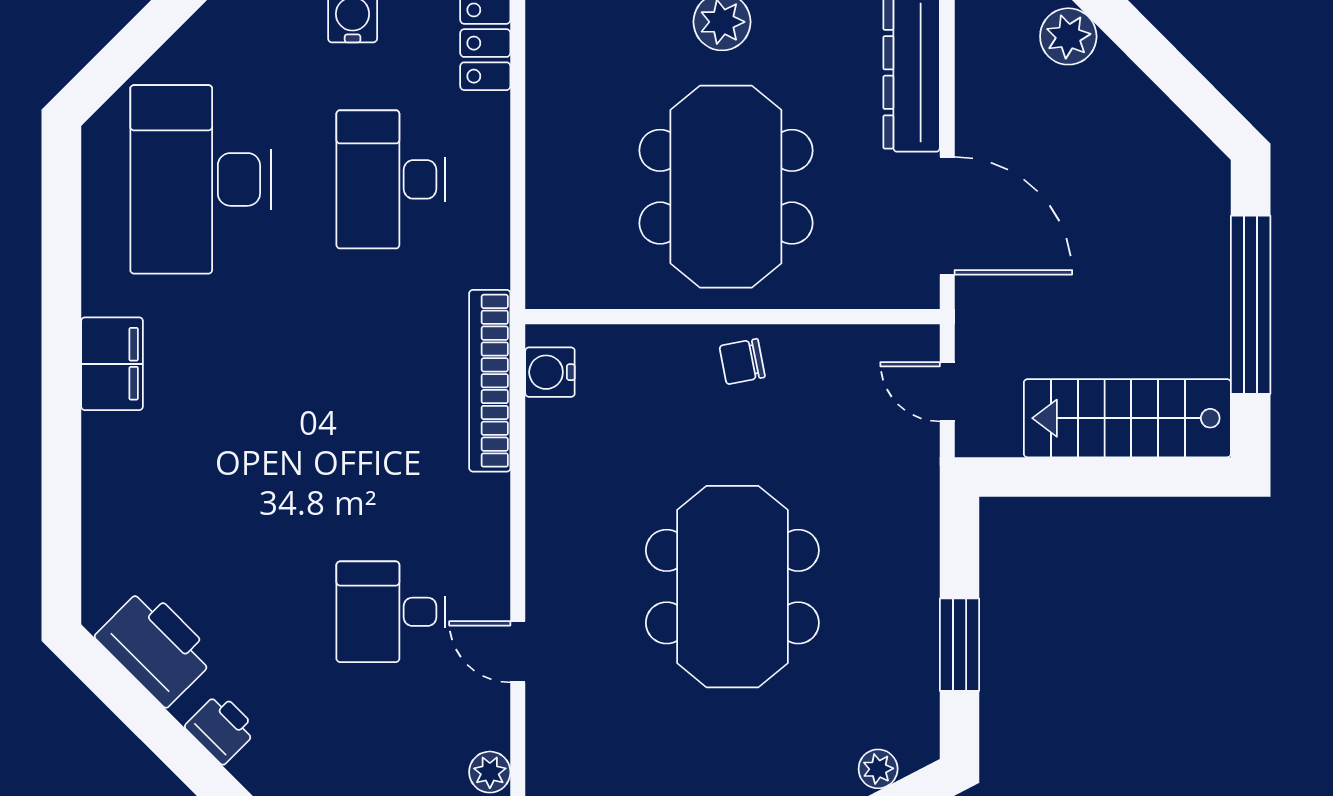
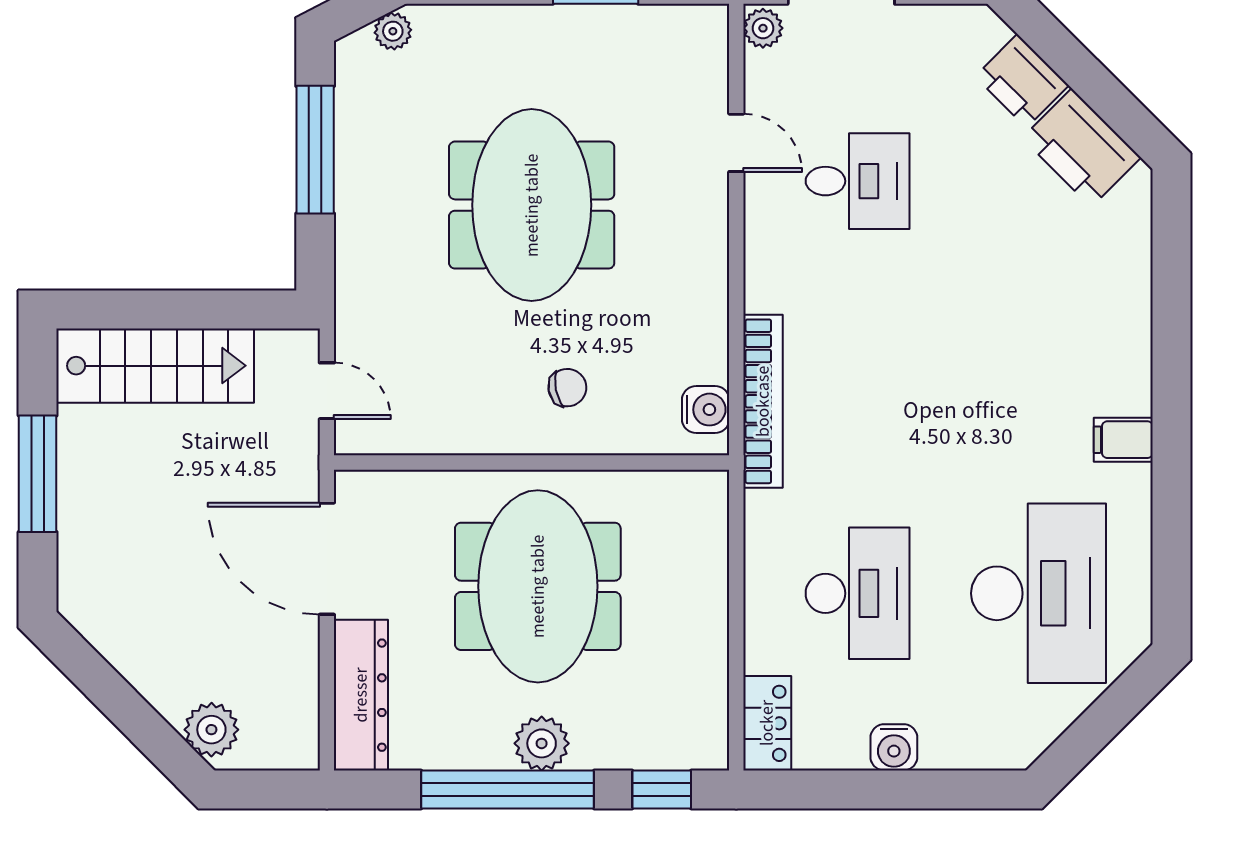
window: (1251, 305) -> (38, 474), width x0.68
chair: (742, 362) -> (567, 388), moved
filing cabinet: (112, 364) -> (1123, 440), width x0.50
window: (960, 645) -> (315, 150), width x1.44
printer: (221, 728) -> (1022, 81), width x1.36, depth x1.24

